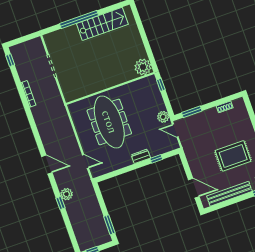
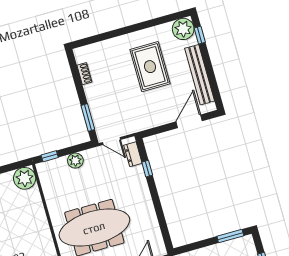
plant: (163, 117) -> (75, 161), moved
door: (175, 131) -> (111, 141), hinge flipped
dresser: (141, 156) -> (133, 154), moved

